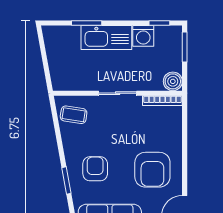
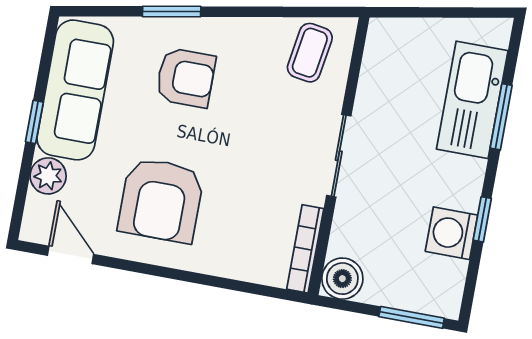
window: (159, 23) -> (482, 219), moved
kitchen sink: (106, 38) -> (472, 100), moved
armchair: (152, 170) -> (161, 200), turned -90

